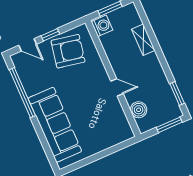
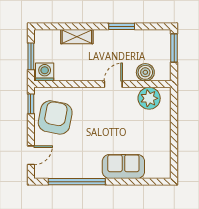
window: (50, 35) -> (31, 104), moved
window: (177, 94) -> (122, 26), moved
plant: (118, 122) -> (149, 98), added
sofa: (55, 125) -> (123, 166), width x0.54, depth x0.79

